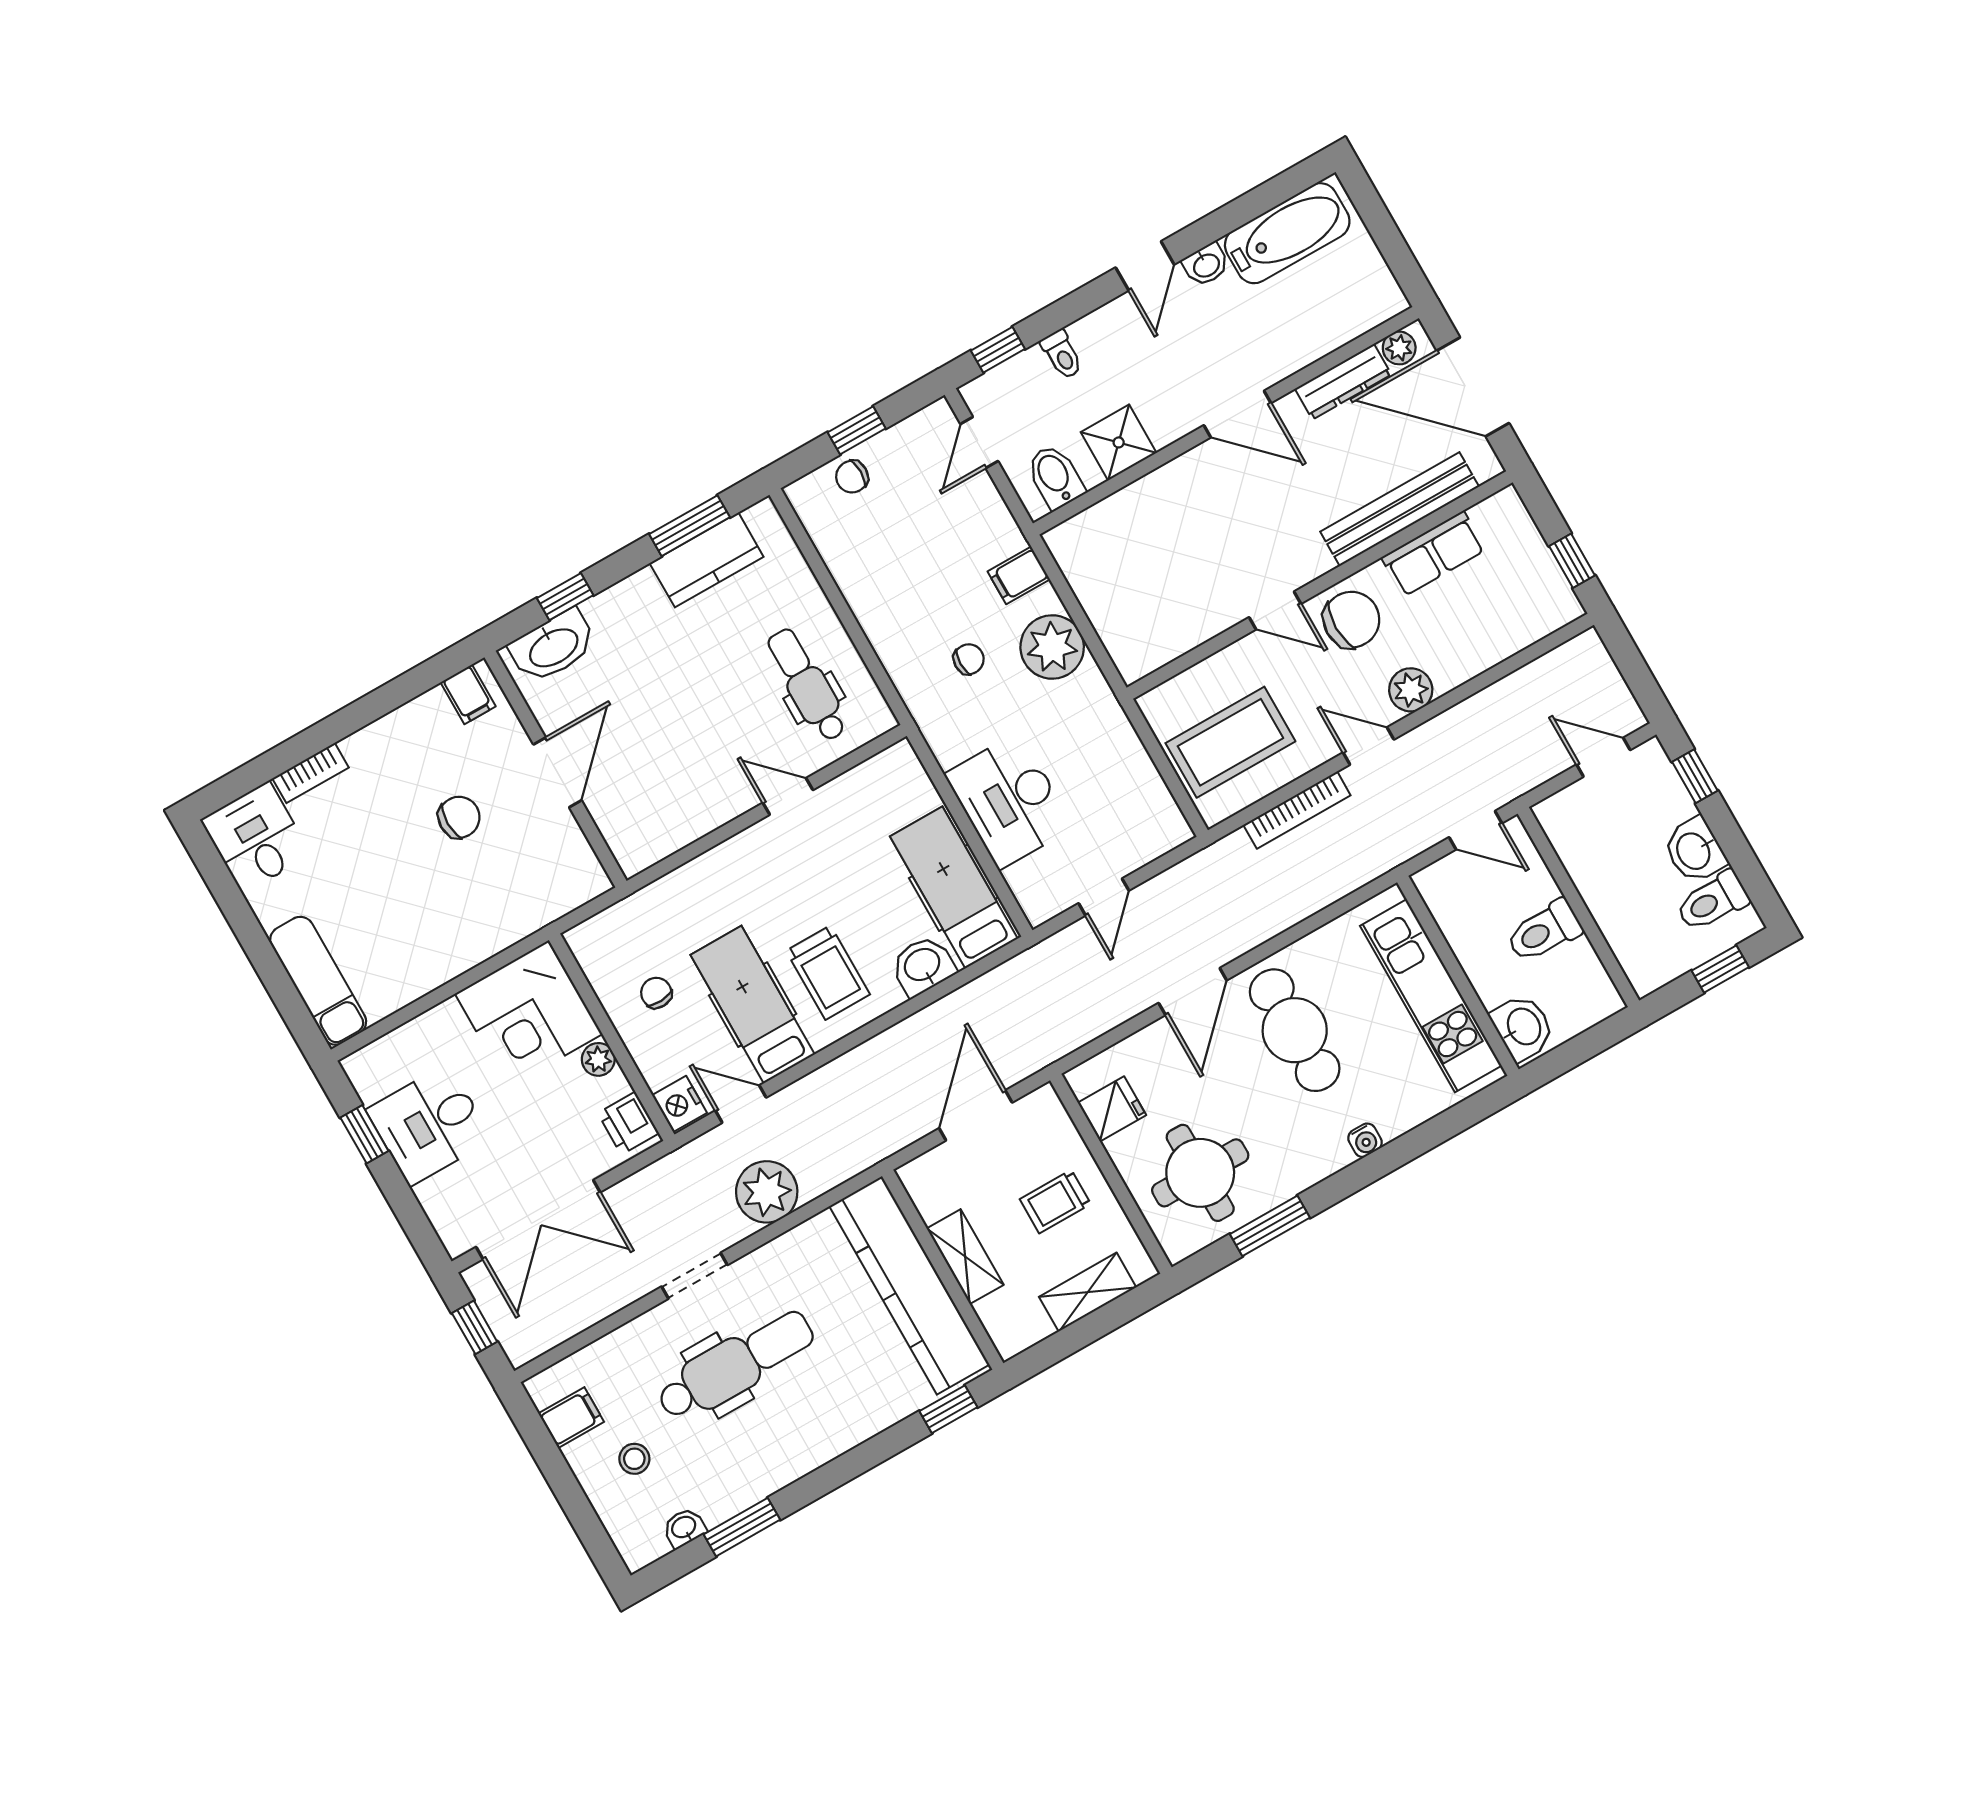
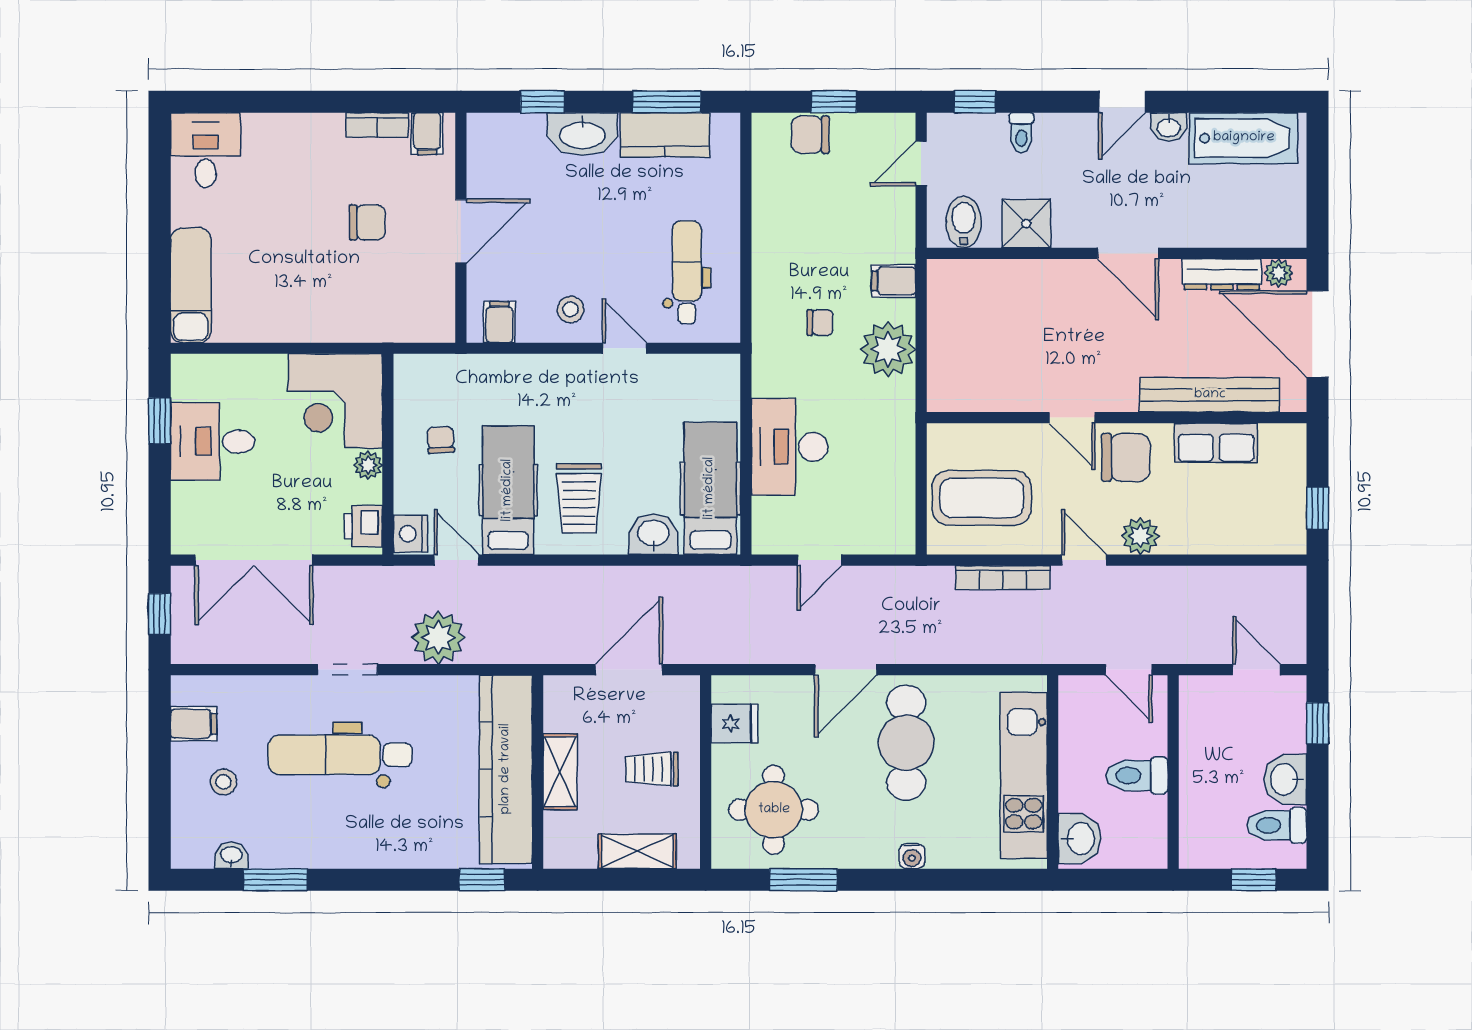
chair: (852, 477) -> (810, 135), width x1.37, depth x1.37
washbasin: (553, 647) -> (582, 134), moved
bookcase: (311, 773) -> (377, 125), moved
stool: (712, 788) -> (571, 309), added
filing cabinet: (648, 841) -> (499, 322), added
dental chair: (735, 1365) -> (340, 755), turned 180

